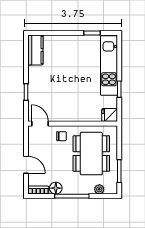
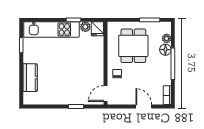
kitchen counter: (35, 50) -> (30, 78), moved, turned 90
plant: (112, 102) -> (85, 27), added
dining table: (91, 154) -> (133, 46), width x0.73
door: (26, 165) -> (144, 107), hinge flipped
floor lamp: (56, 188) -> (165, 50), moved

